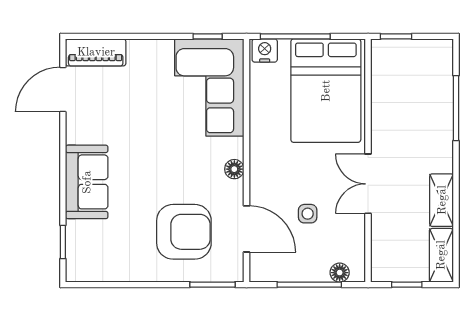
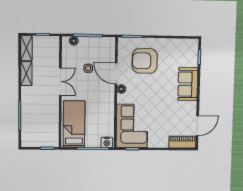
bed: (326, 91) -> (74, 124), width x0.67
door: (247, 229) -> (116, 73), moved

